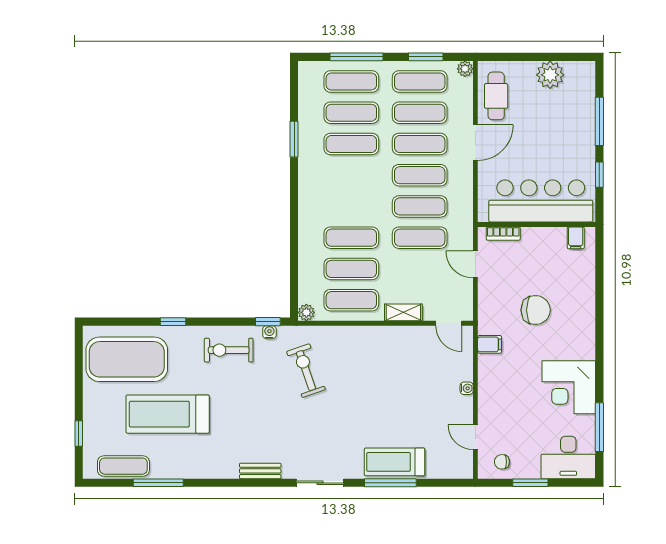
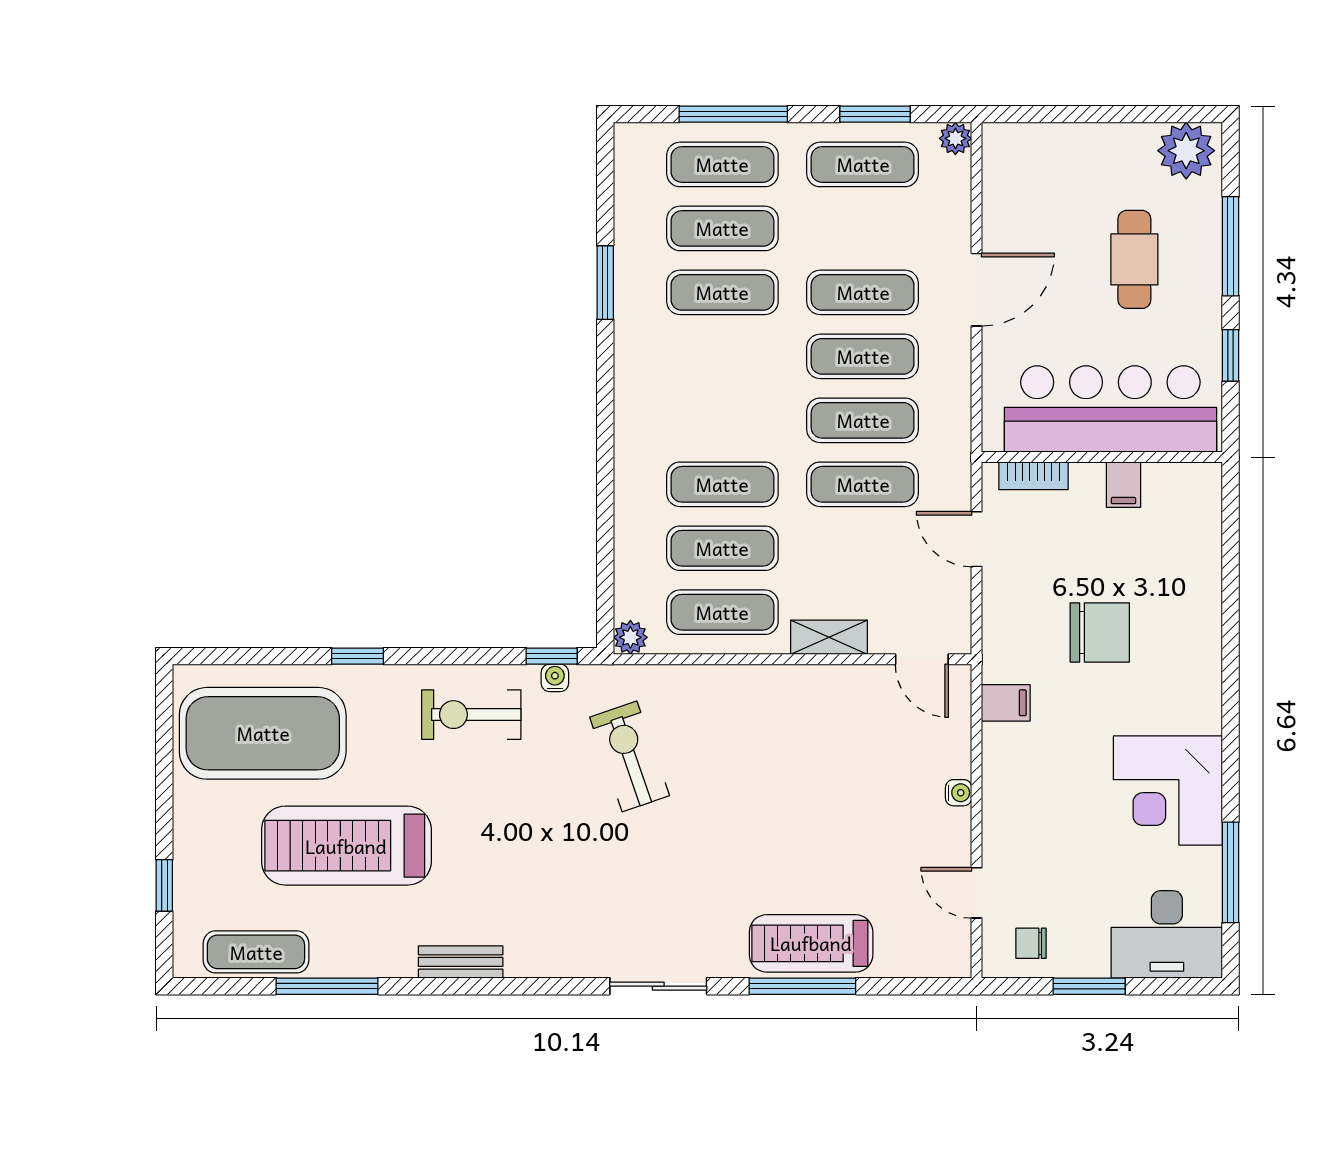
plant: (550, 75) -> (1186, 151), moved
cafe table: (496, 96) -> (1134, 259), moved
exercise mat: (420, 113) -> (863, 228), removed
filing cabinet: (576, 238) -> (1123, 485), moved
bench: (260, 471) -> (461, 962), moved

